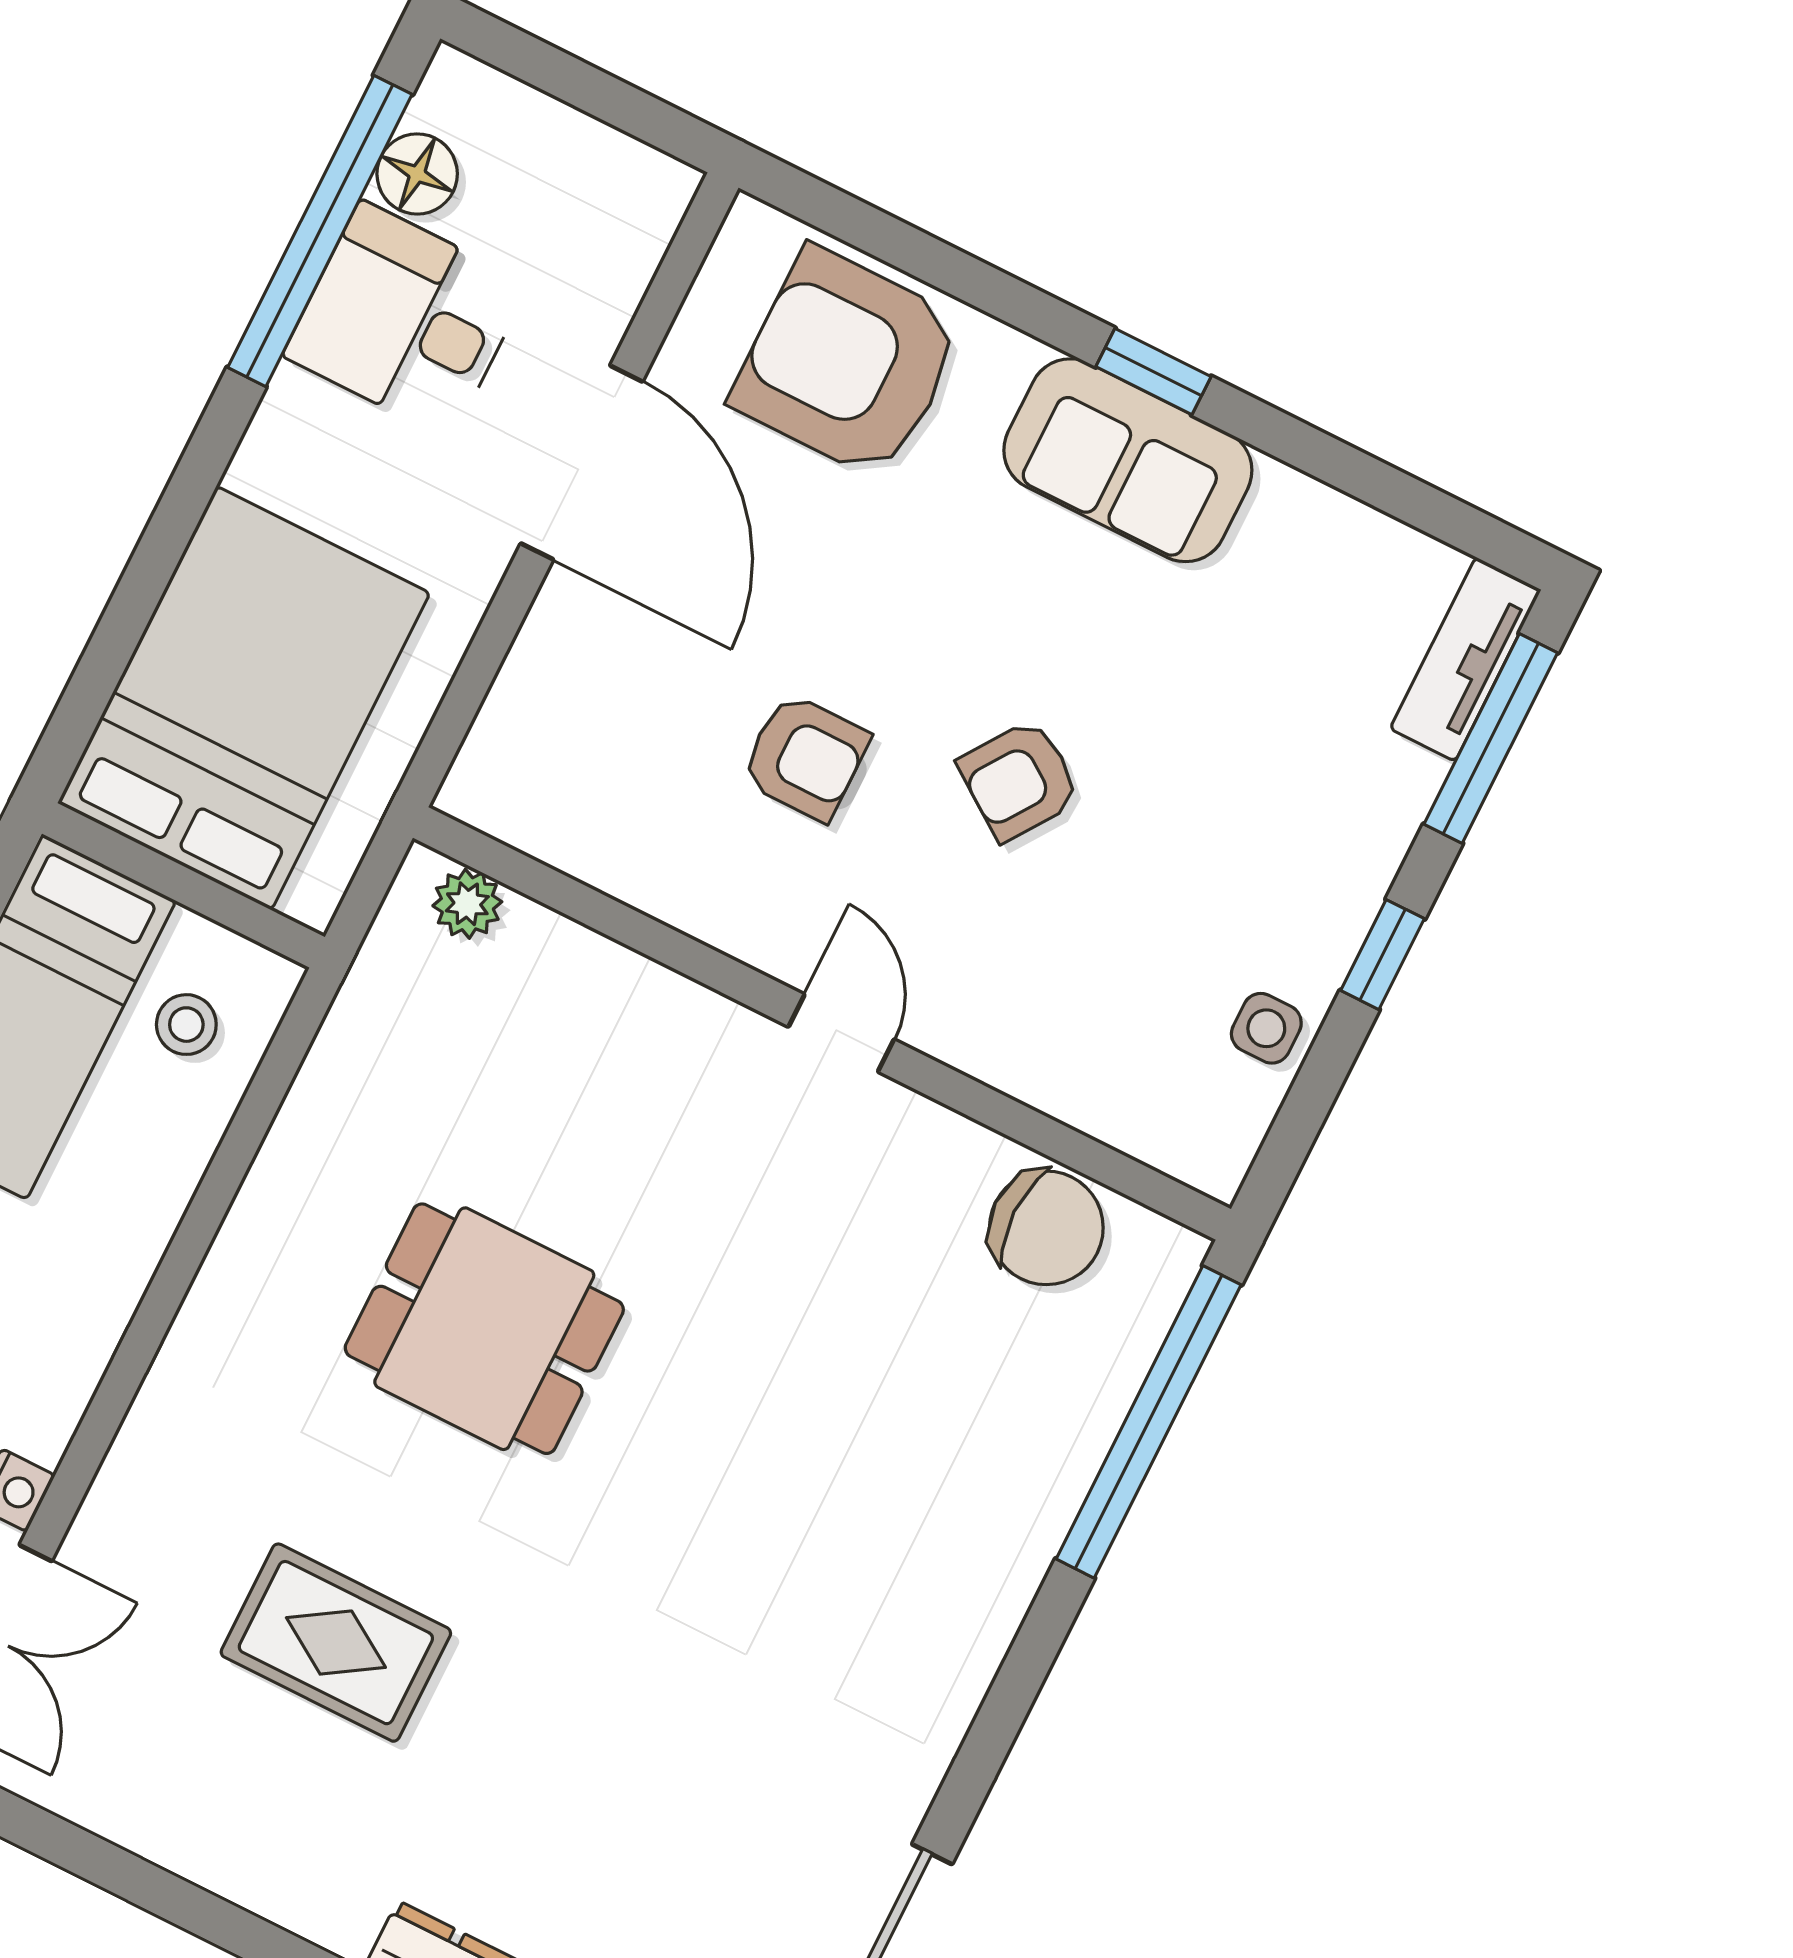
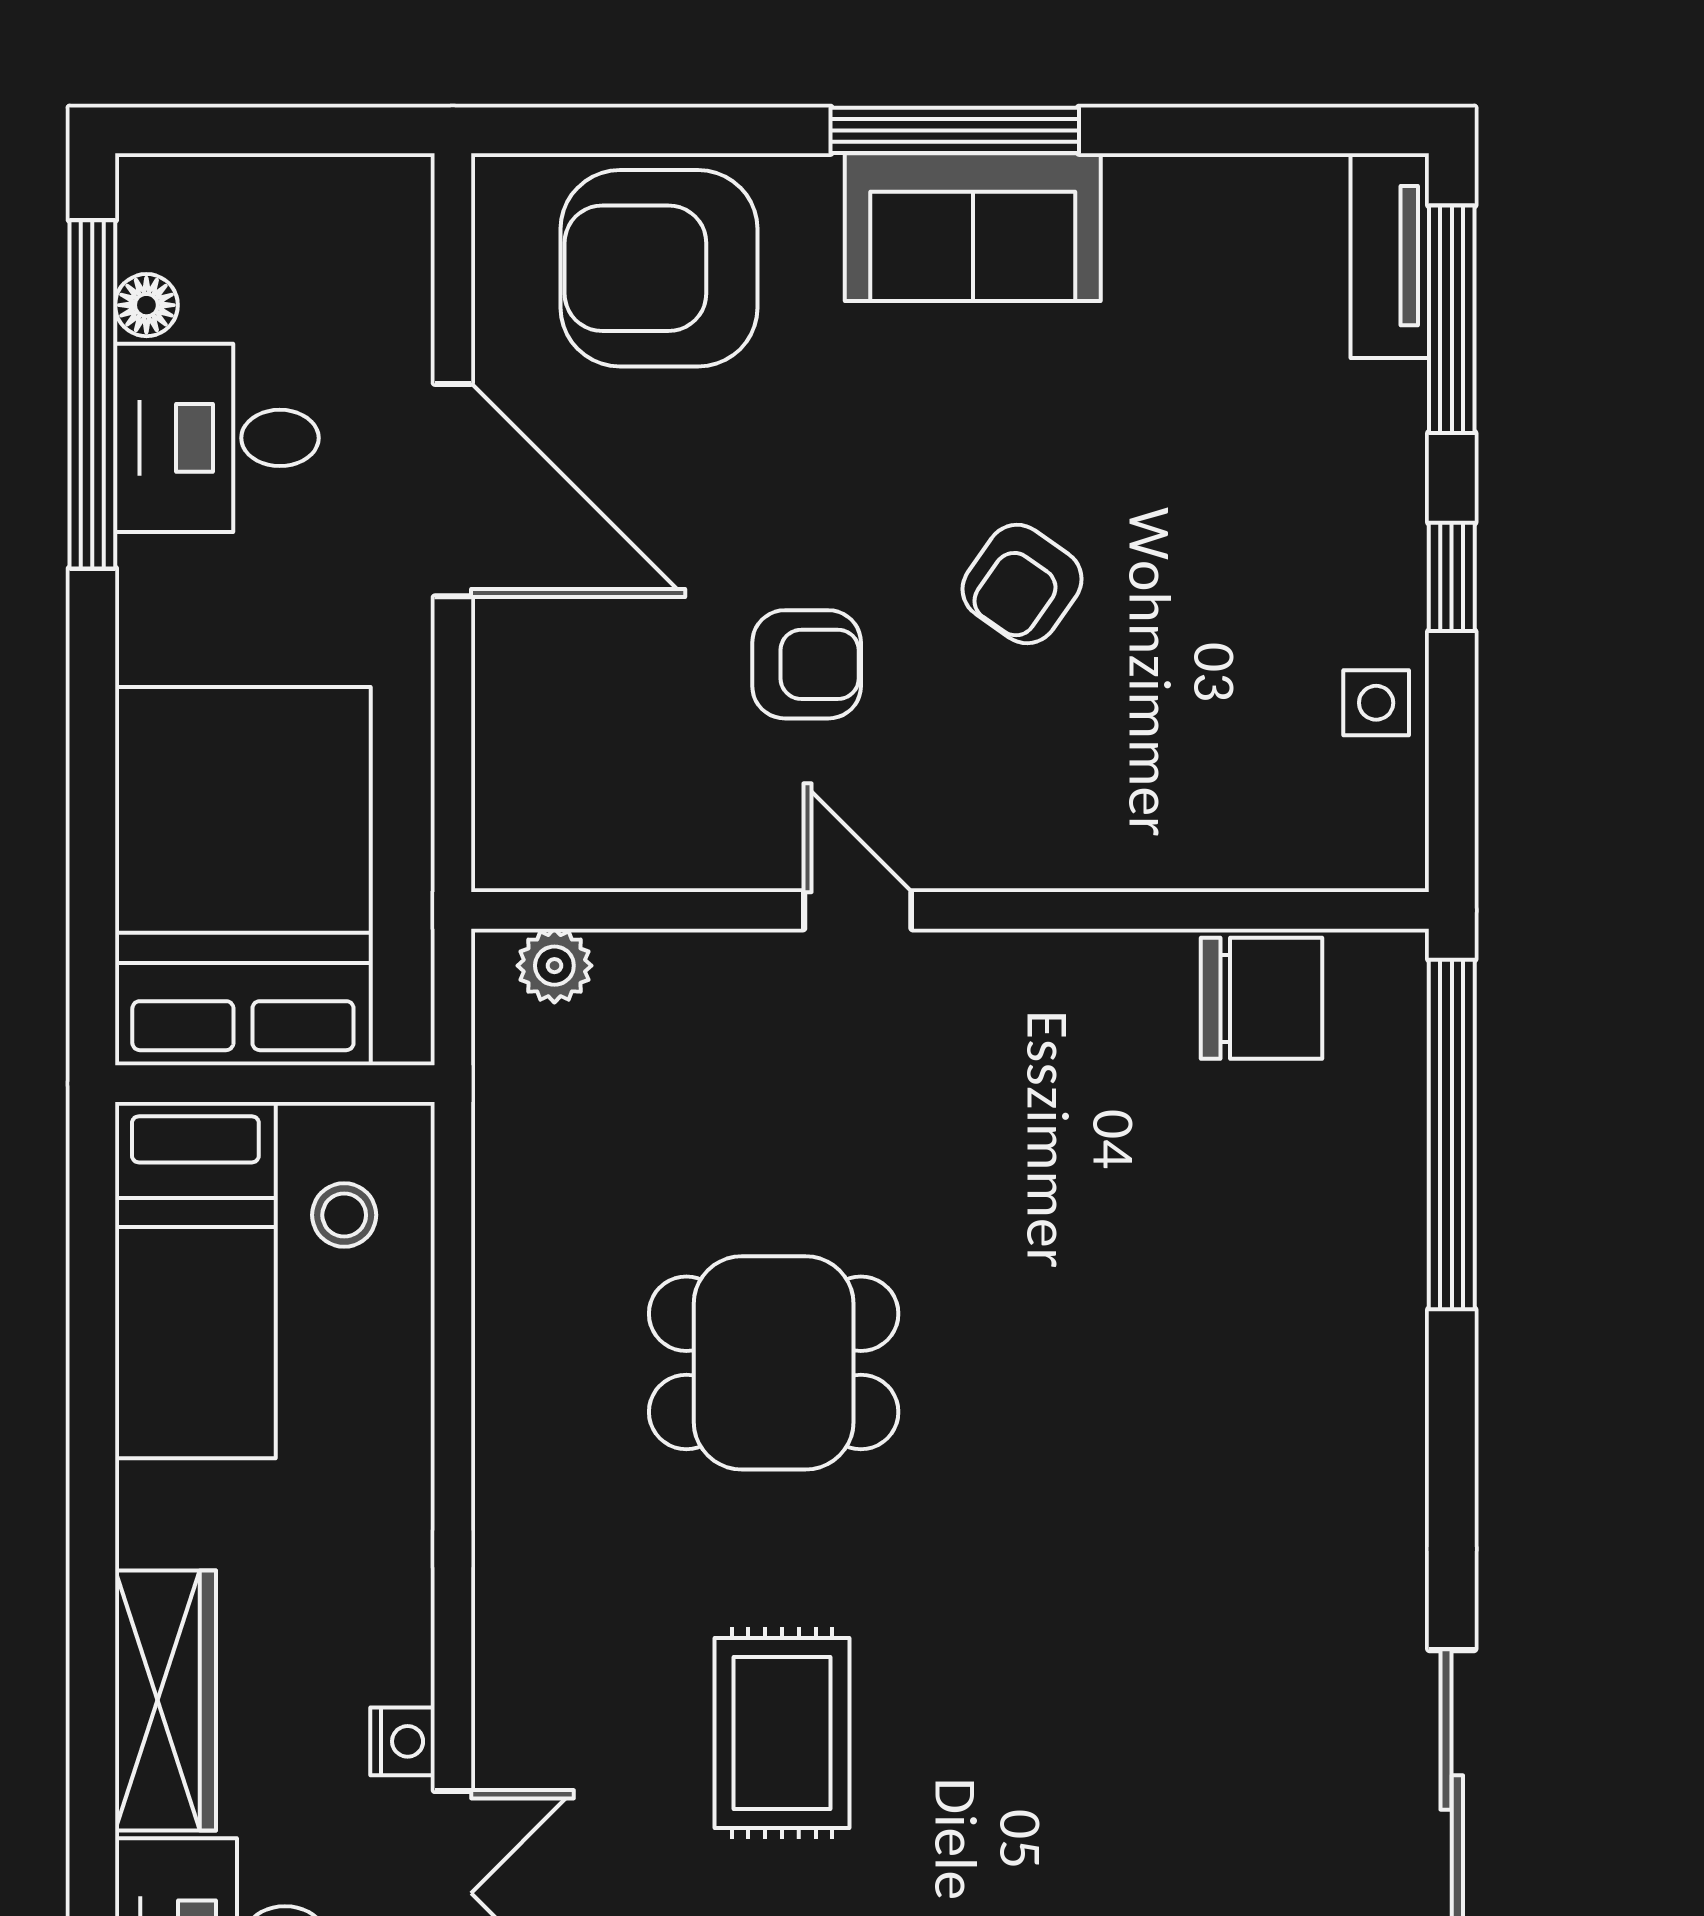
floor lamp: (417, 174) -> (146, 305), width x0.73, depth x0.73
window: (1153, 372) -> (955, 130), width x2.17
door: (841, 1033) -> (858, 910), moved
rug: (336, 1643) -> (782, 1733), turned 90

